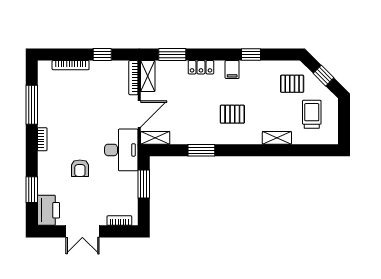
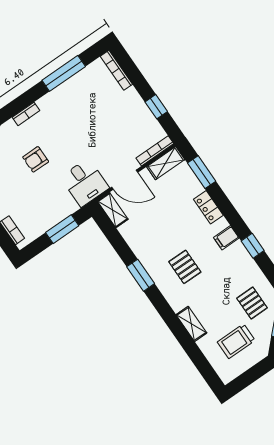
bookcase: (71, 65) -> (116, 70), moved
trolley: (312, 114) -> (236, 341), turned 180
bookcase: (42, 139) -> (26, 114), moved
desk: (121, 150) -> (85, 183), width x0.73
window: (201, 150) -> (141, 275), moved

